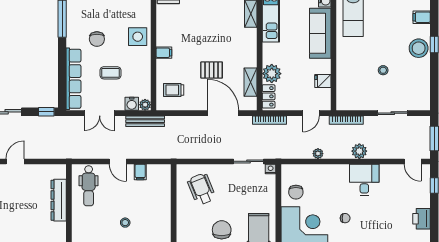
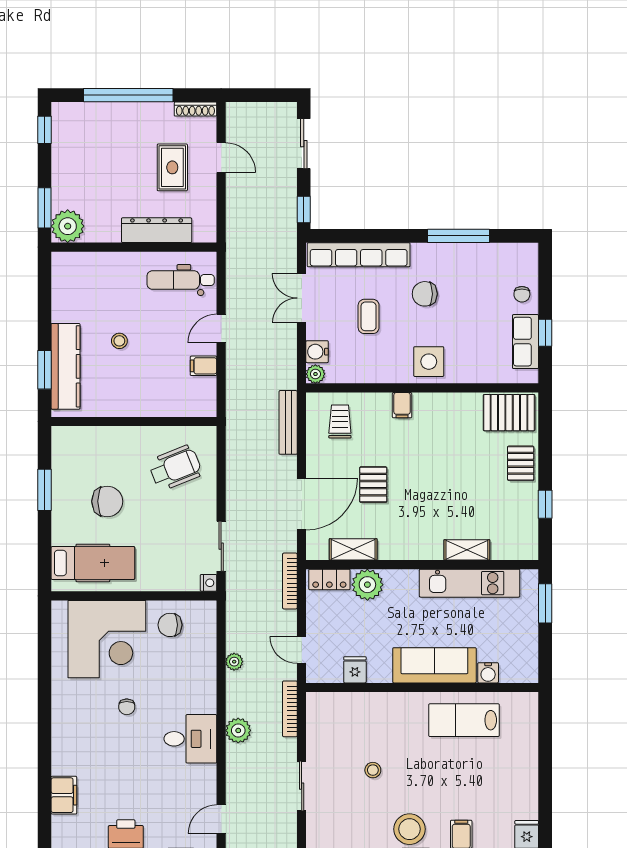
bench: (145, 121) -> (288, 422), moved
rug: (21, 191) -> (172, 167), added

